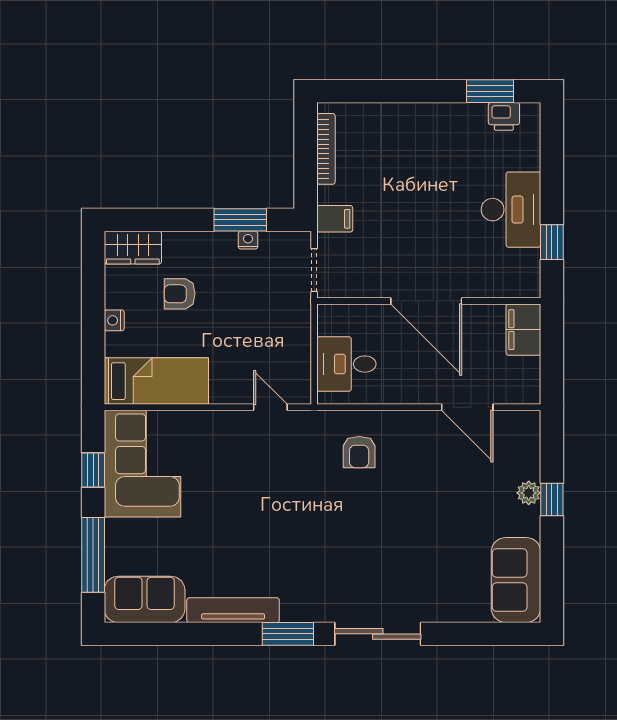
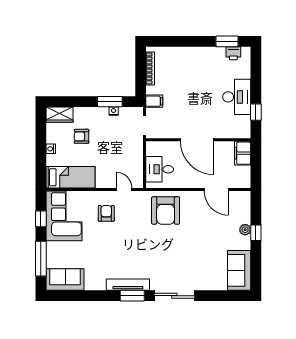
armchair: (359, 452) -> (166, 210), width x1.88, depth x1.88
armchair: (232, 458) -> (106, 213), added
tv unit: (233, 610) -> (128, 285), moved

